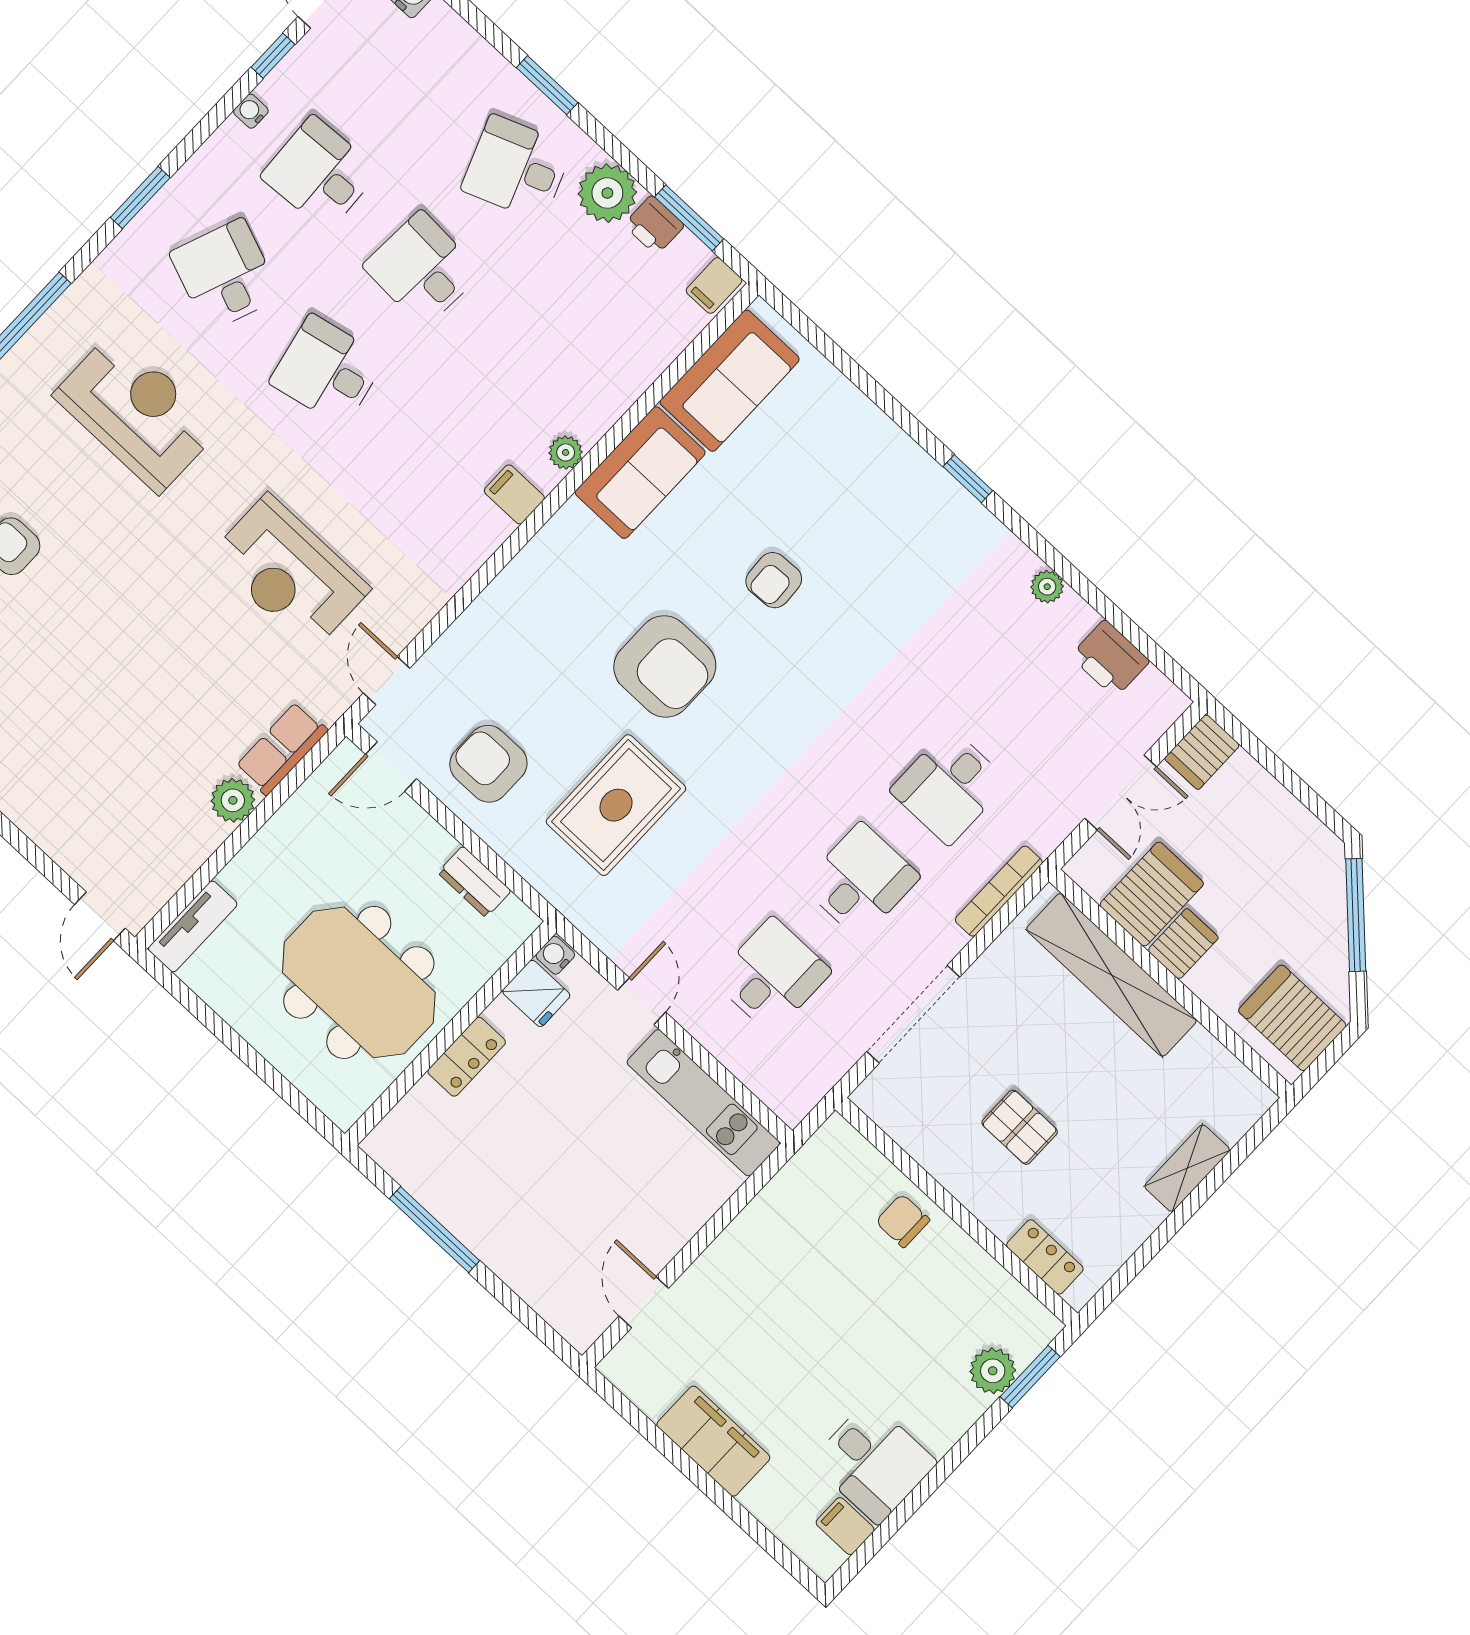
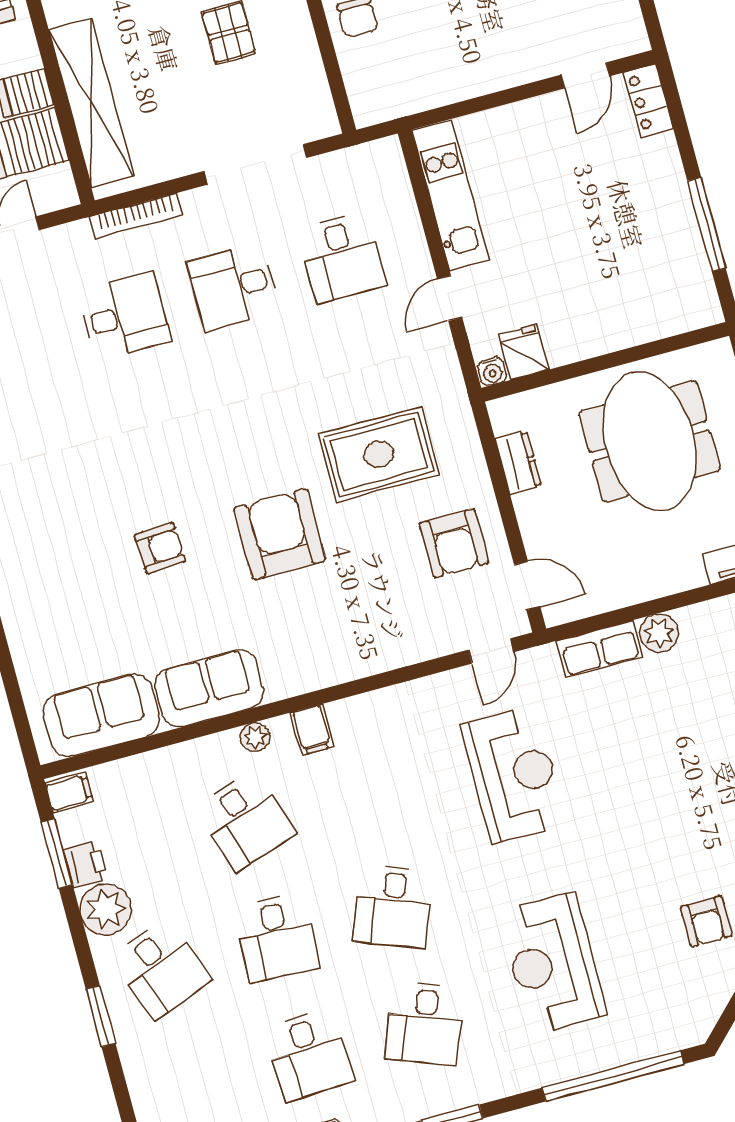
desk: (524, 365) -> (245, 820), added
desk: (328, 371) -> (393, 906), turned 33
desk: (772, 976) -> (342, 257), turned -90
locker: (467, 1057) -> (648, 101), moved, turned -90

